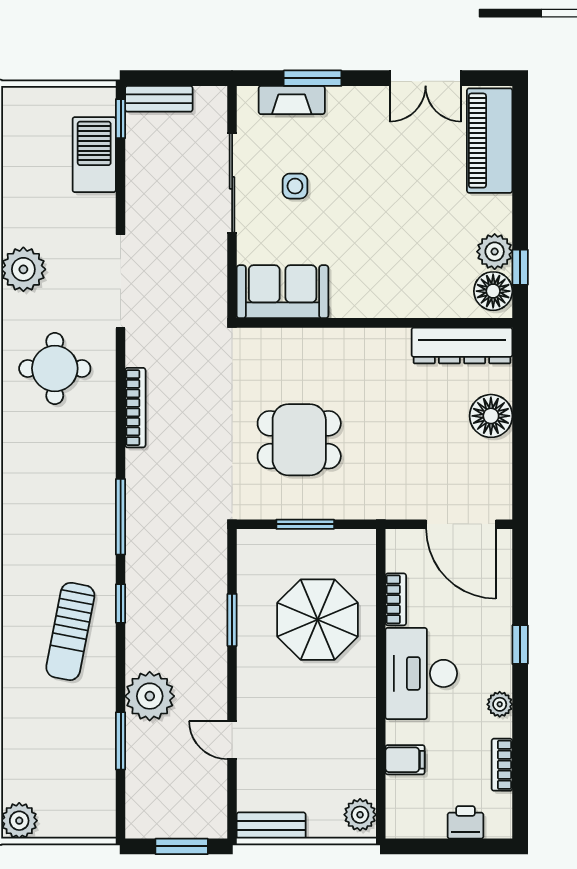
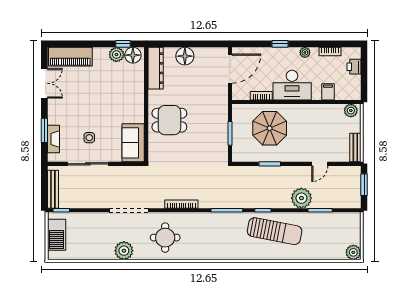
bench: (159, 99) -> (53, 189), width x1.36
barbecue: (94, 155) -> (57, 235), moved, turned -90
dining table: (299, 440) -> (169, 120), moved, turned 90
sun lounger: (70, 631) -> (275, 231), width x1.36, depth x1.34

